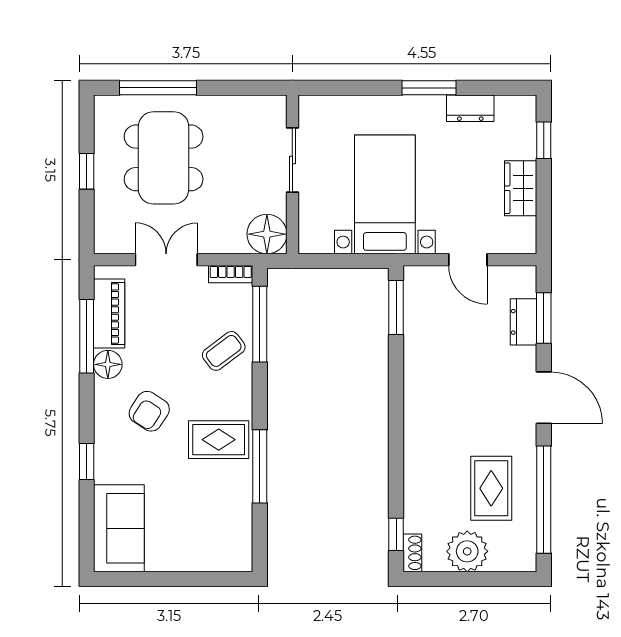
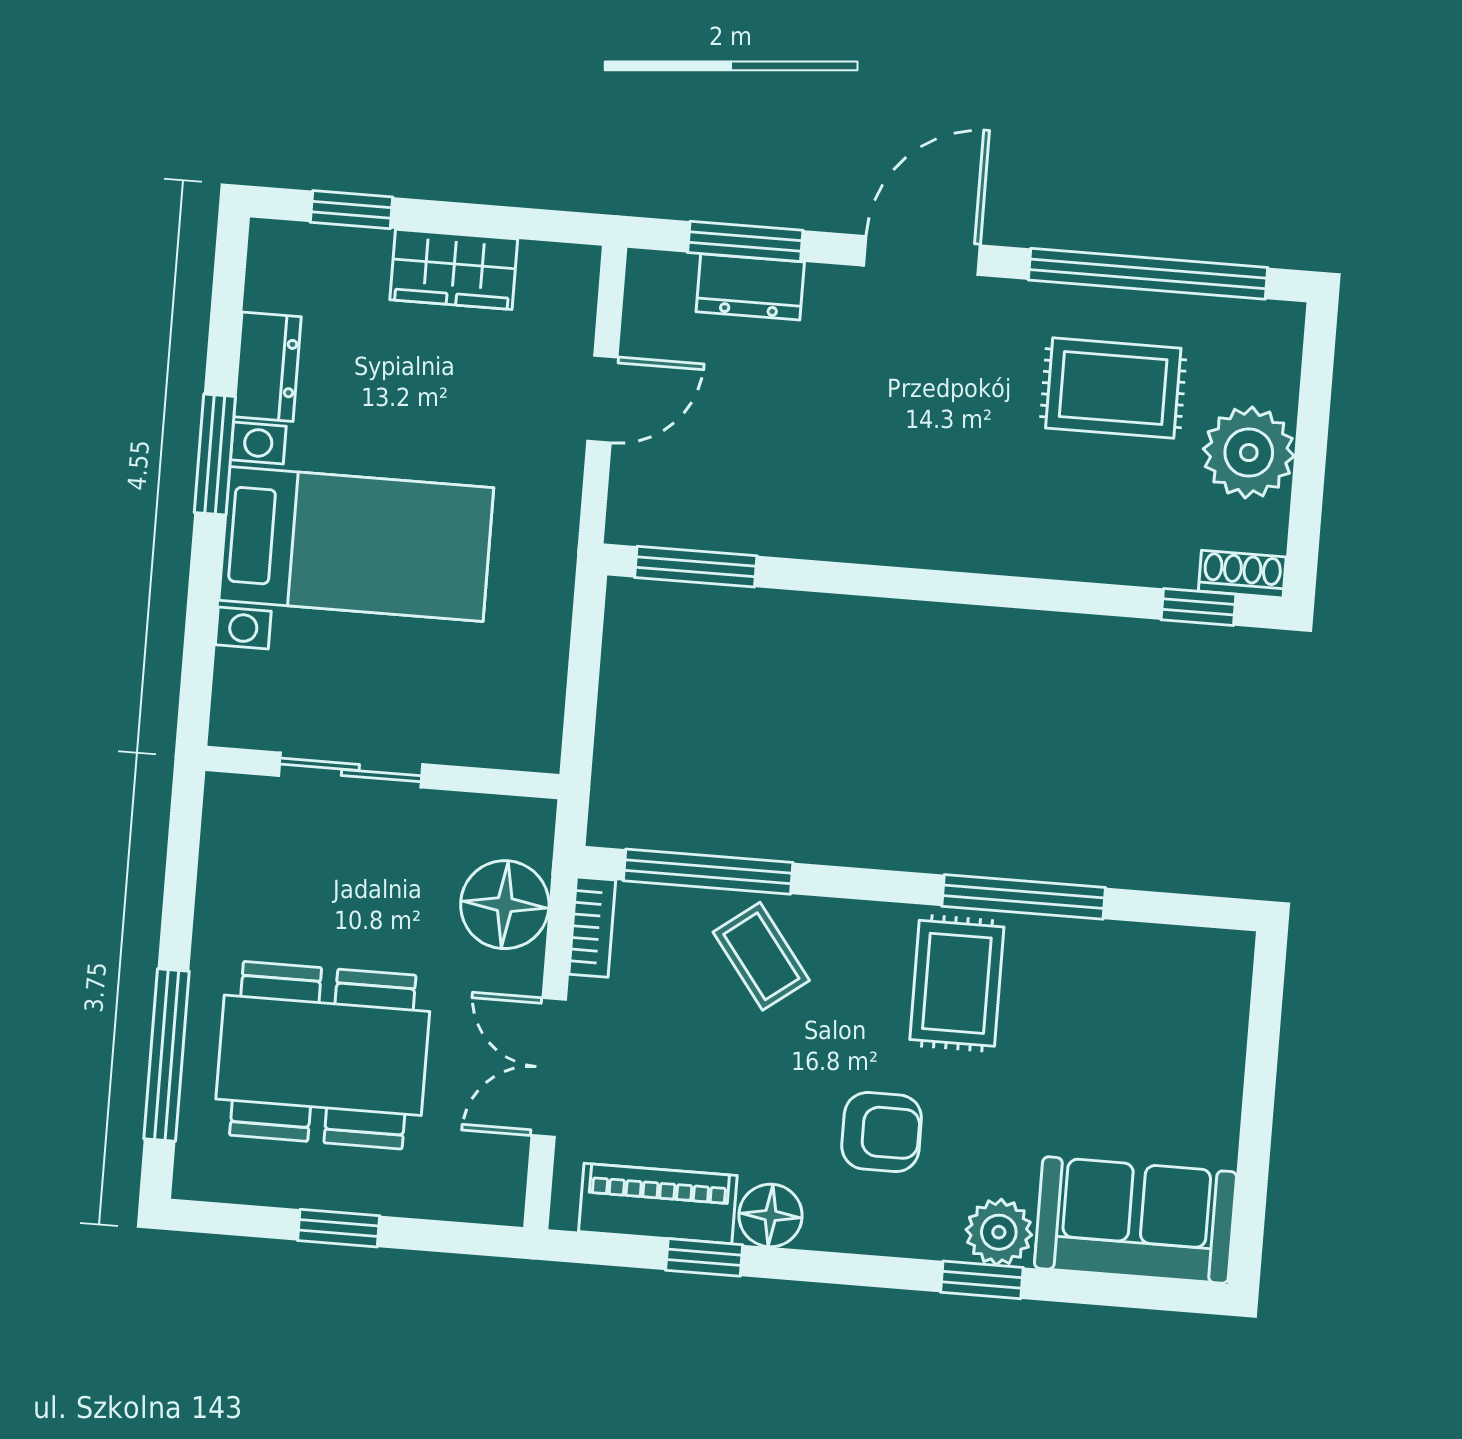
bed with nightstands: (385, 194) -> (356, 544), moved, turned 180
floor lamp: (267, 234) -> (505, 905), moved
window: (87, 336) -> (704, 1257), width x0.46
armchair: (149, 411) -> (882, 1132), turned -33
plant: (109, 467) -> (999, 1232), added

